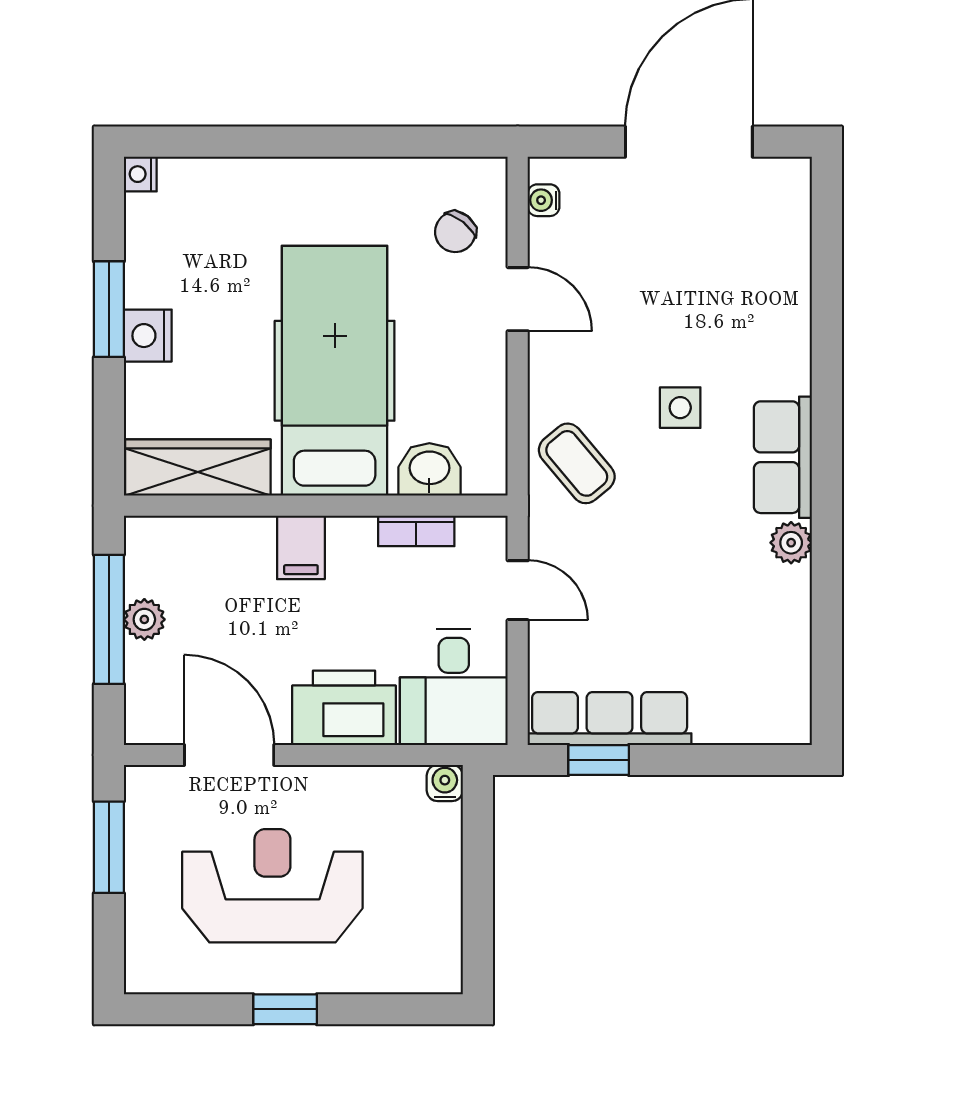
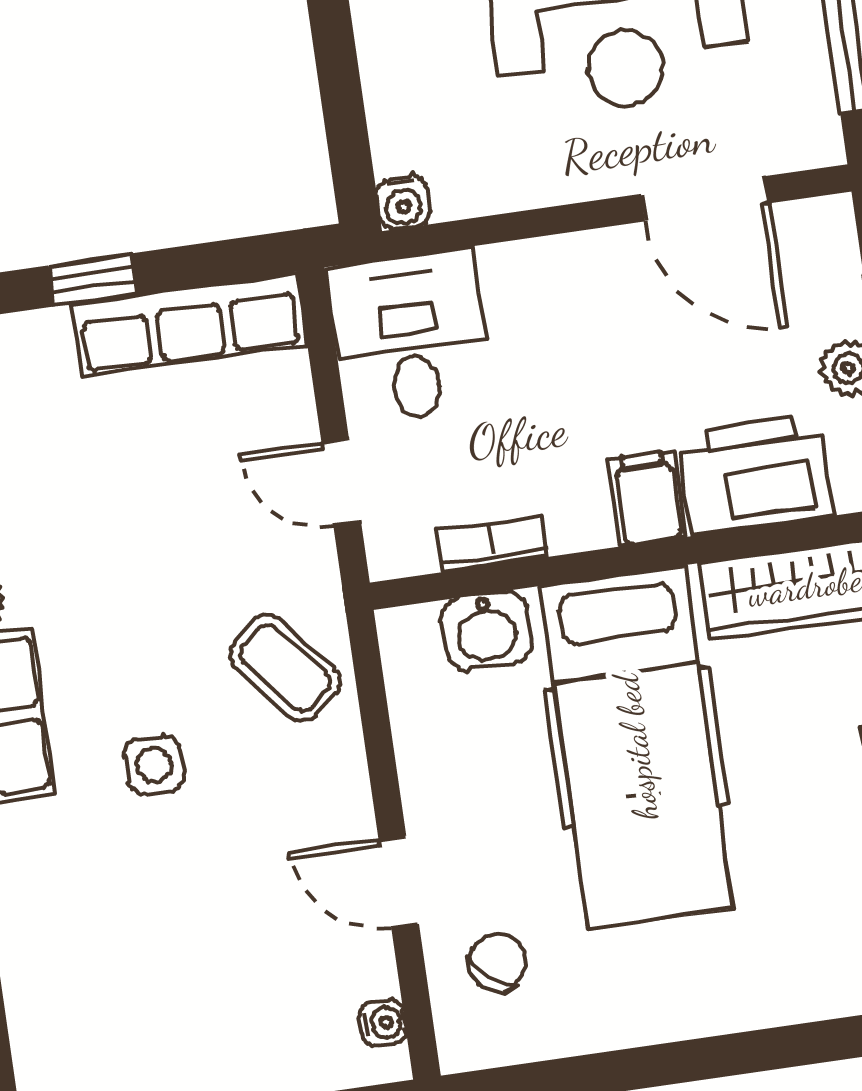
printer: (344, 708) -> (756, 475), moved, turned 180
window: (599, 760) -> (93, 280), moved

